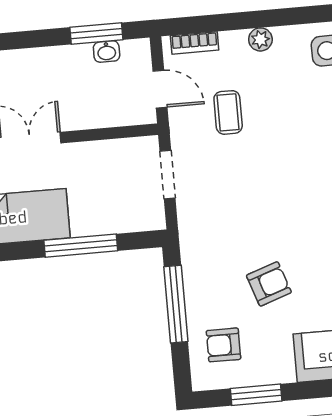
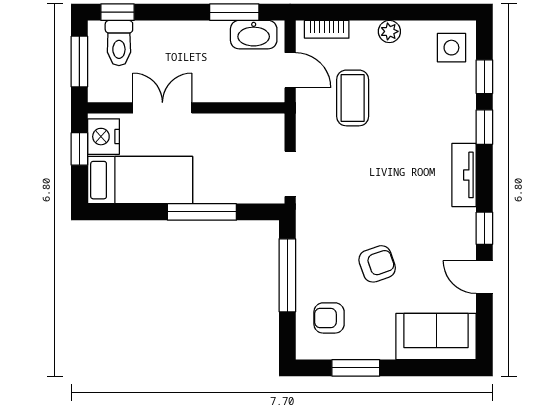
washbasin: (107, 52) -> (254, 35), width x1.91, depth x1.45
coffee table: (228, 112) -> (353, 98), width x1.36, depth x1.30
doorway: (167, 175) -> (290, 174), moved

